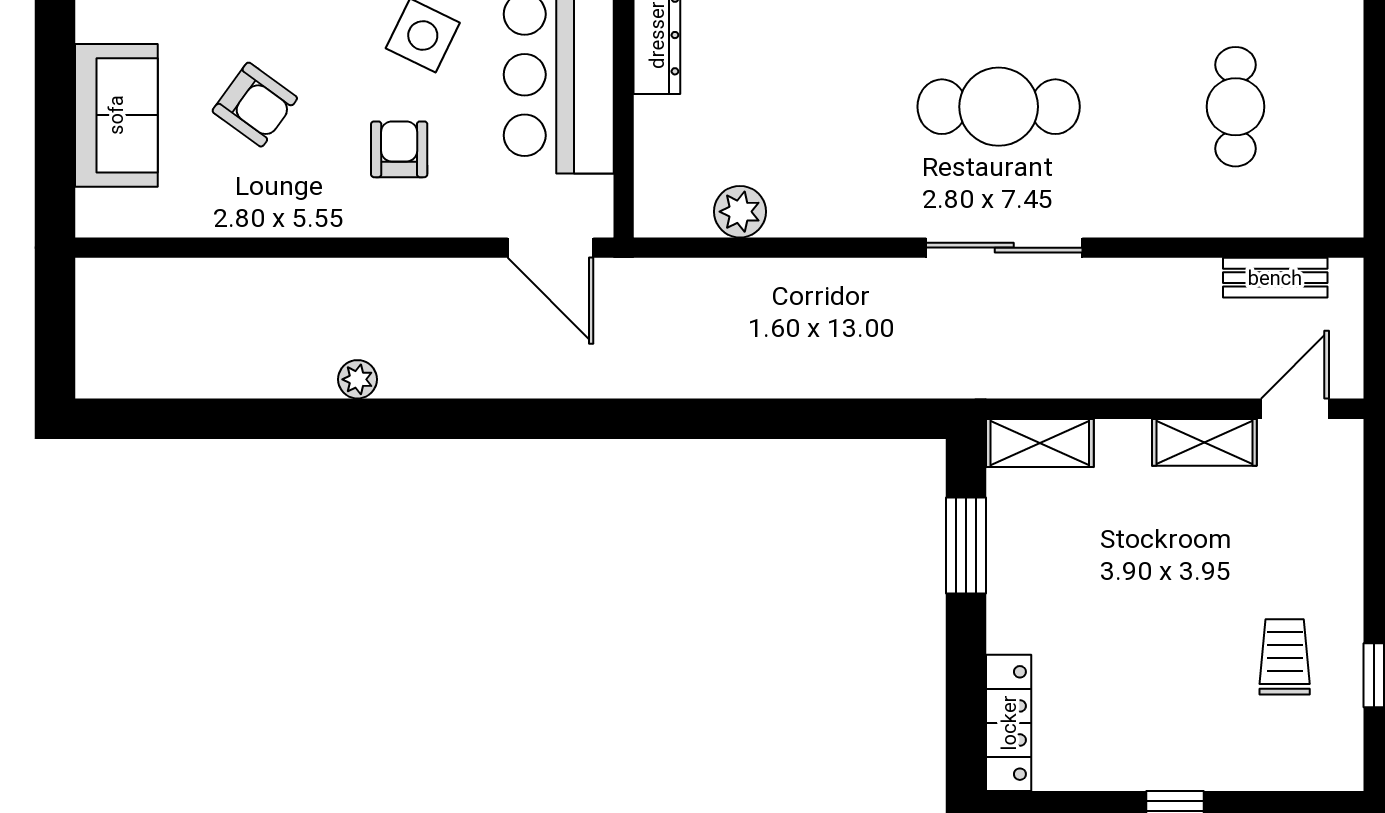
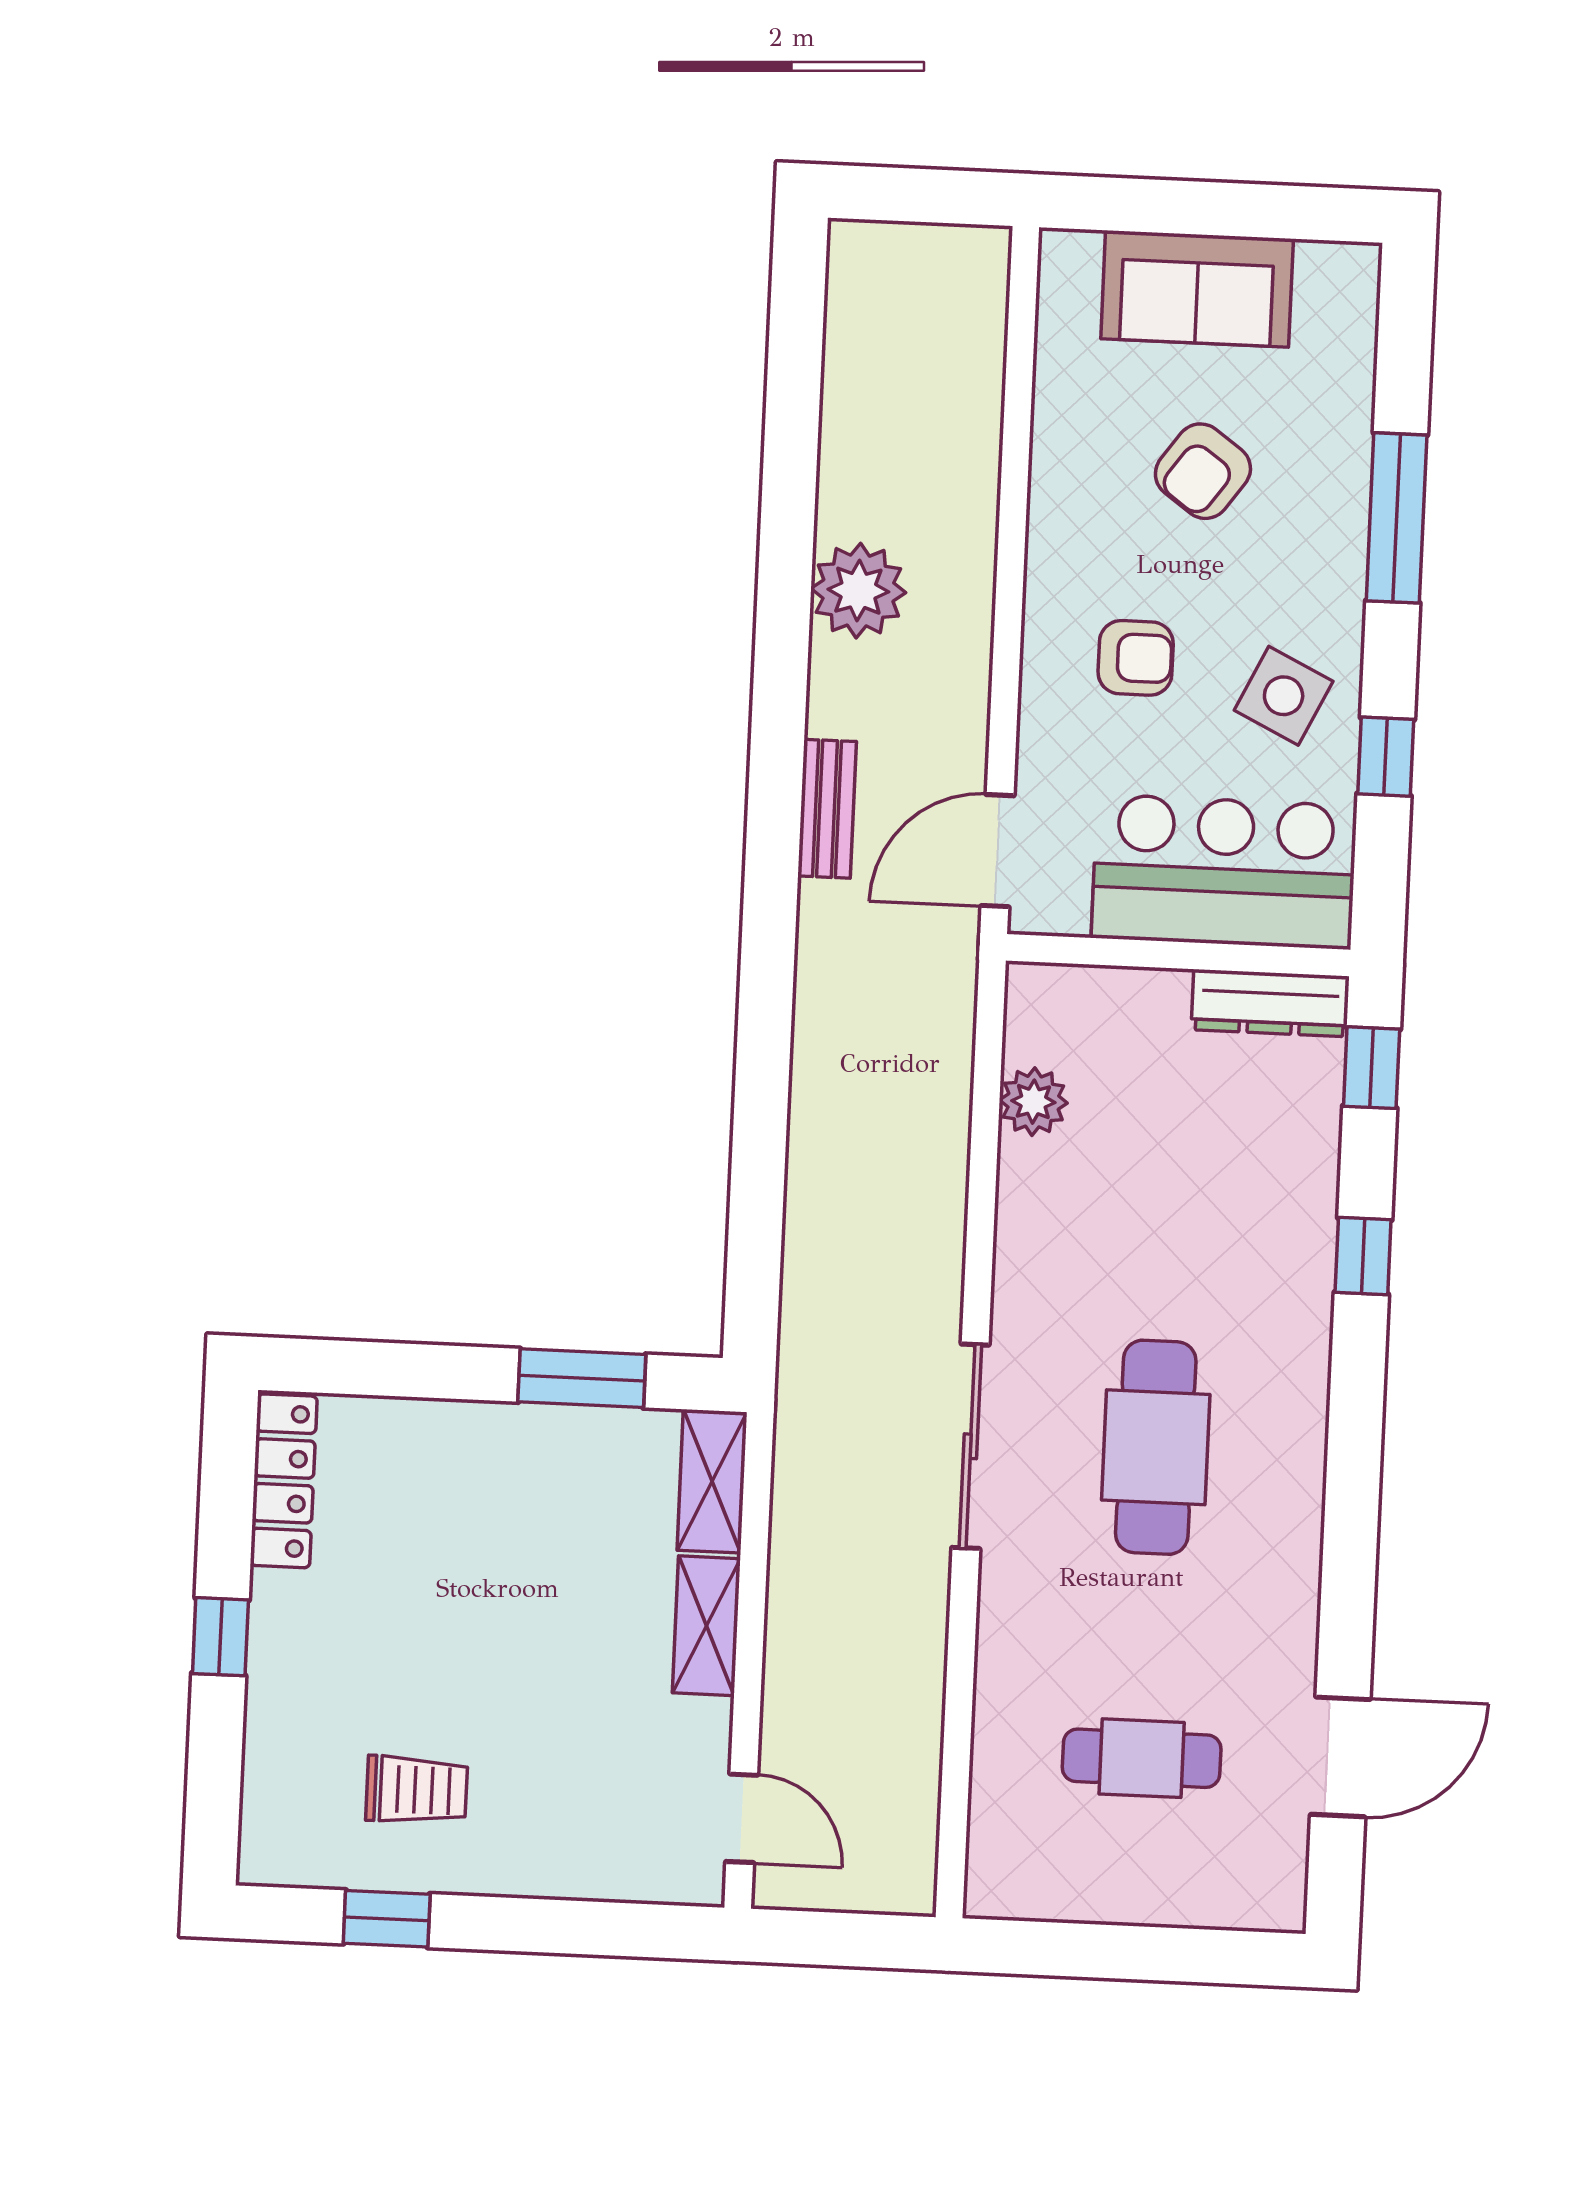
bench: (1275, 278) -> (827, 809), moved
plant: (358, 379) -> (858, 591), width x1.88, depth x1.88
shelving: (1204, 442) -> (706, 1626), moved
locker: (1009, 723) -> (284, 1481), moved, turned -90

